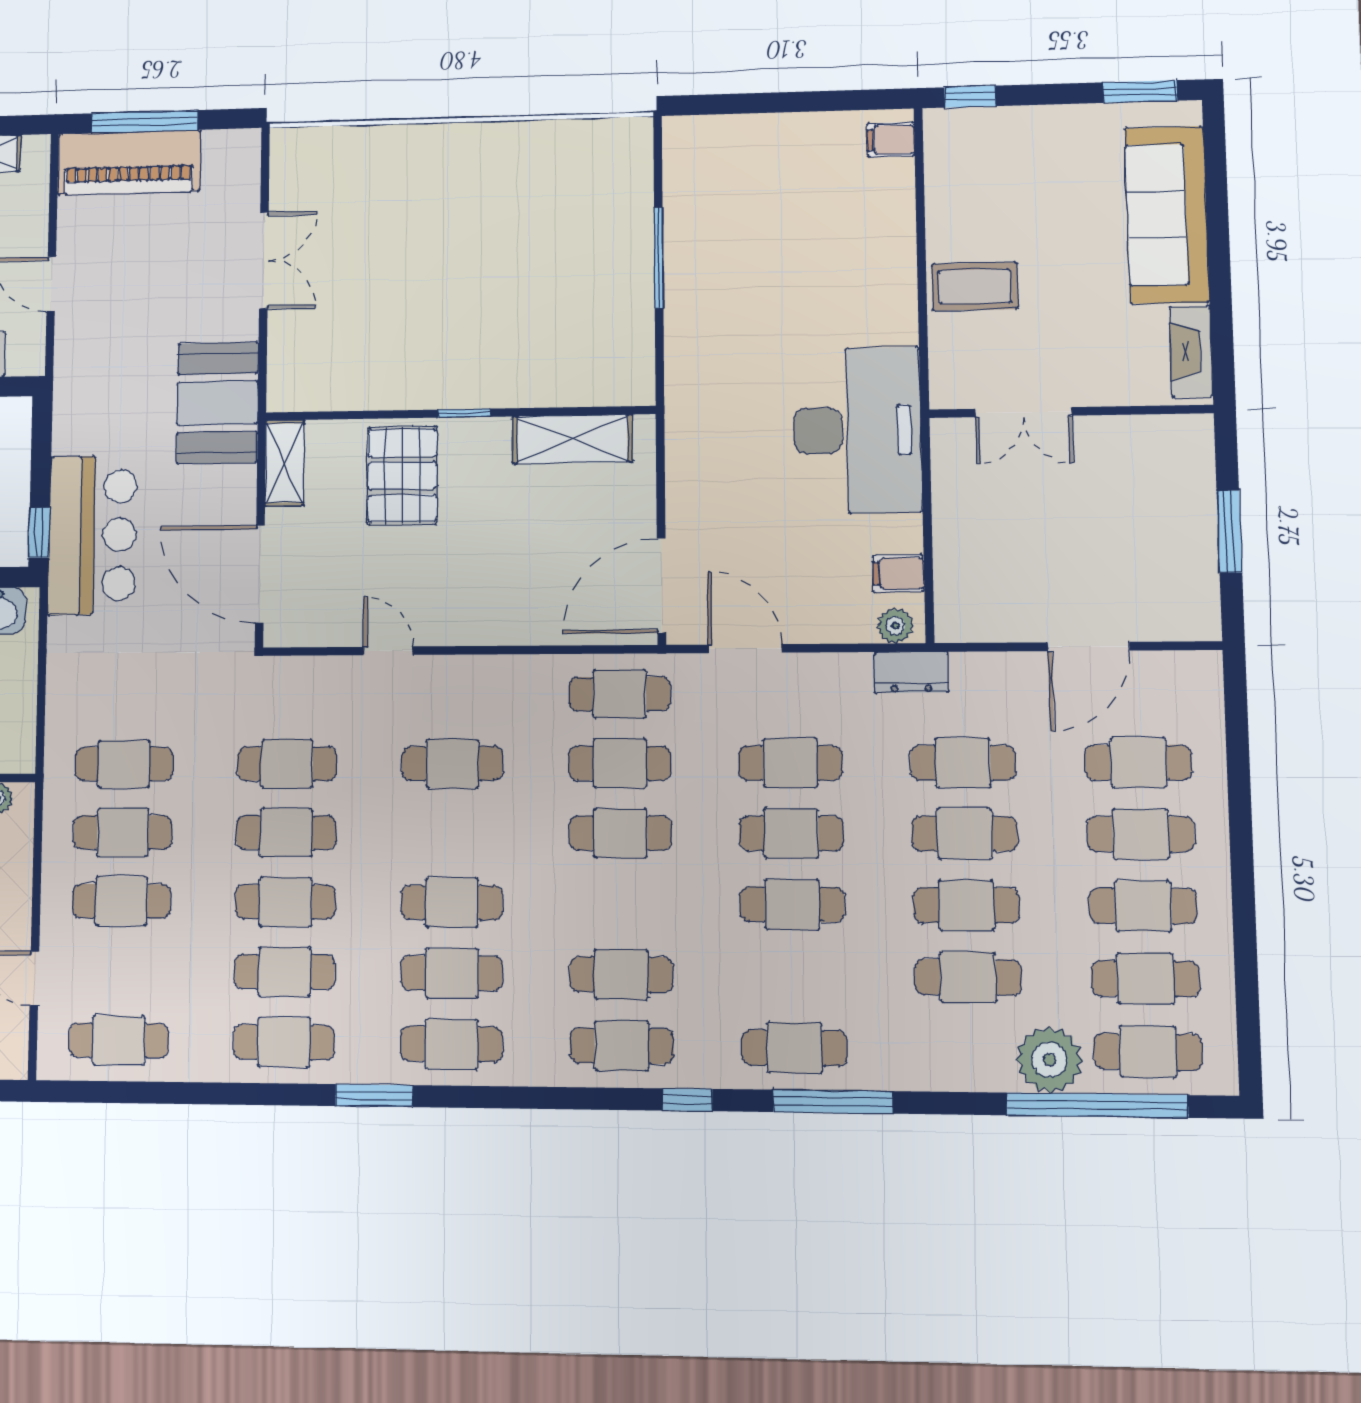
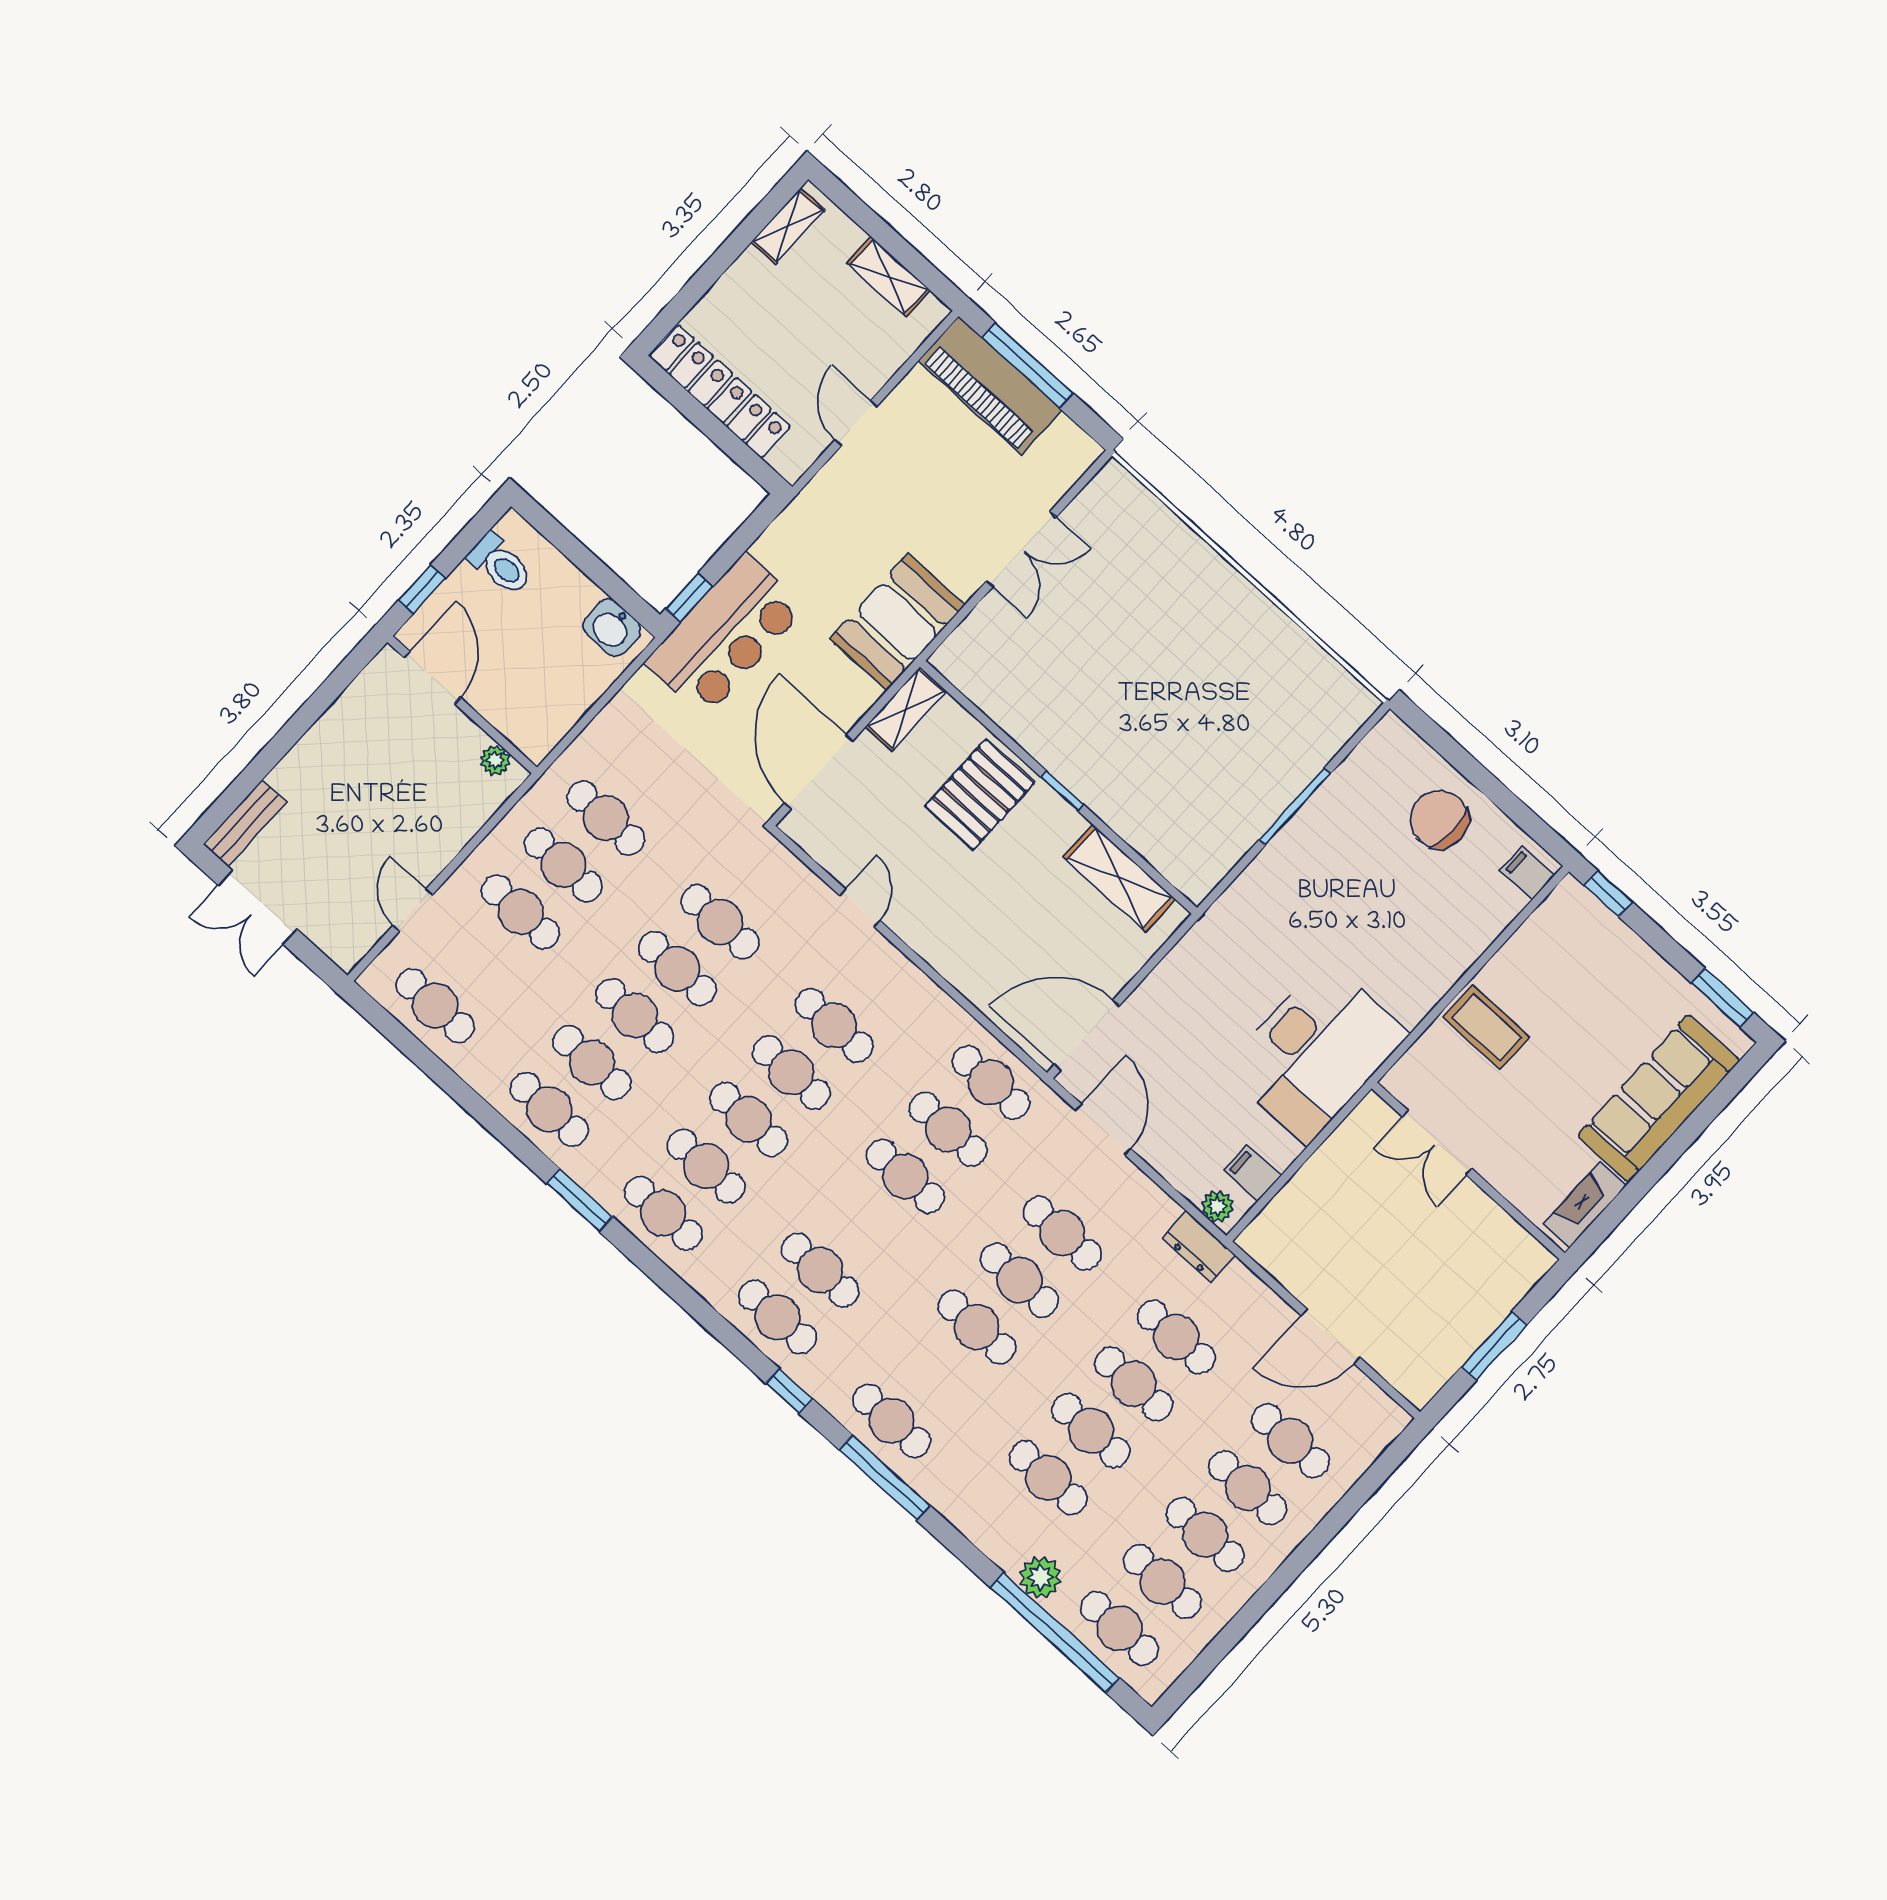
chair: (782, 163) -> (1439, 820), added
cafe table: (452, 833) -> (791, 1072), added
plant: (1049, 1060) -> (1040, 1577), width x0.73, depth x0.73

